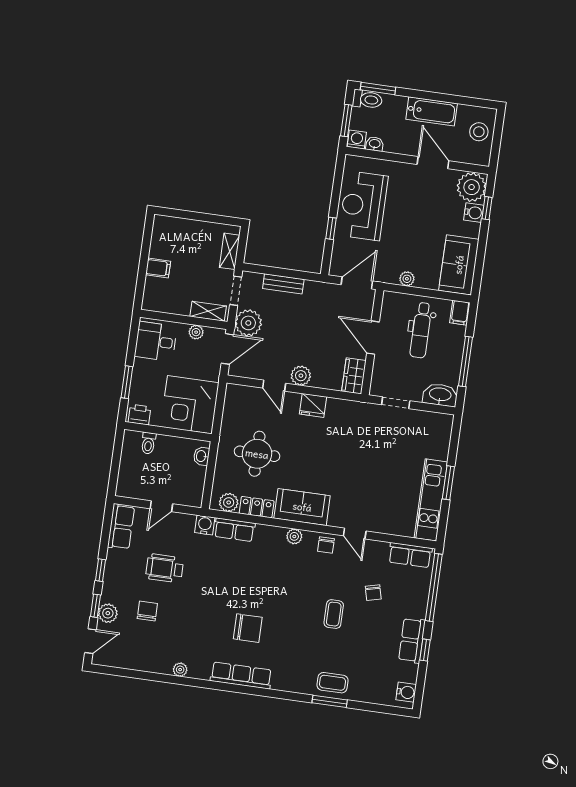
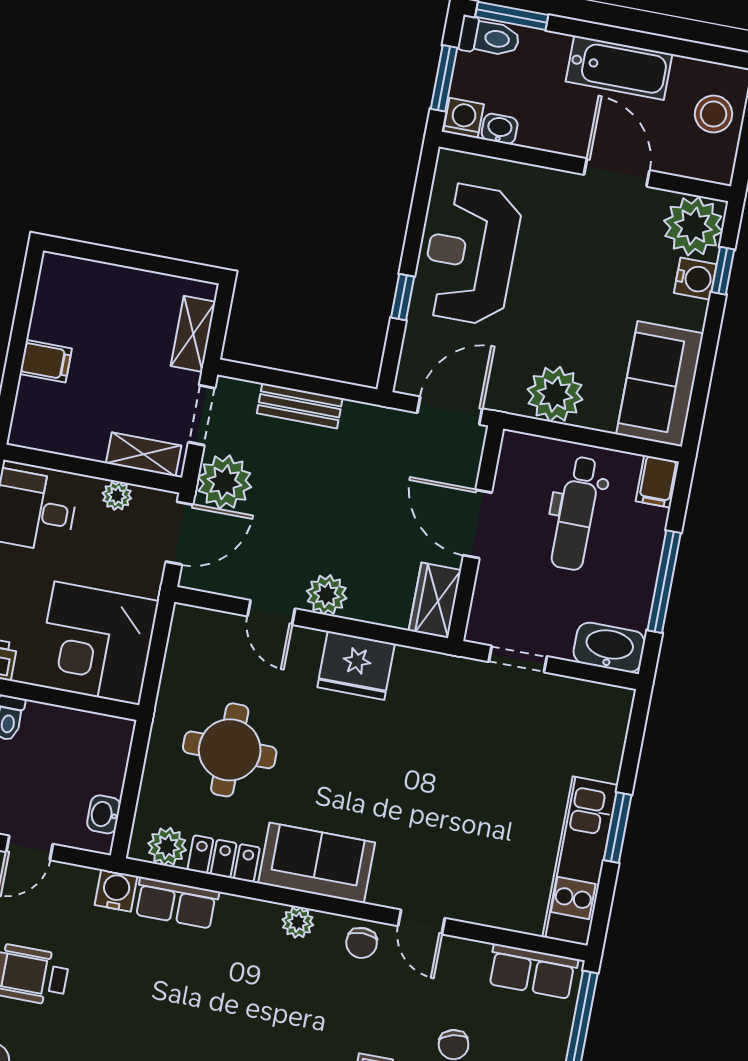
plant: (407, 279) -> (555, 394), width x1.88, depth x1.88
fridge: (313, 405) -> (356, 665), width x1.36, depth x1.34
washbasin: (201, 456) -> (104, 814), moved

